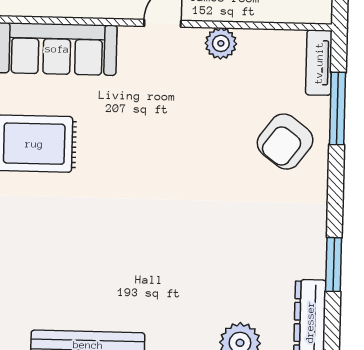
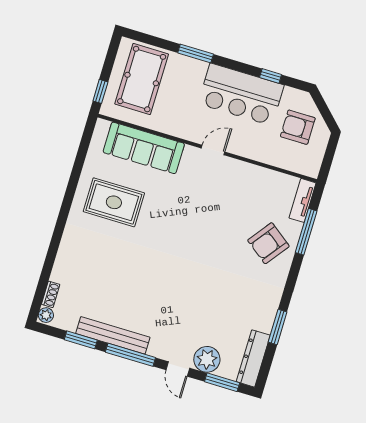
plant: (221, 43) -> (245, 172), removed

